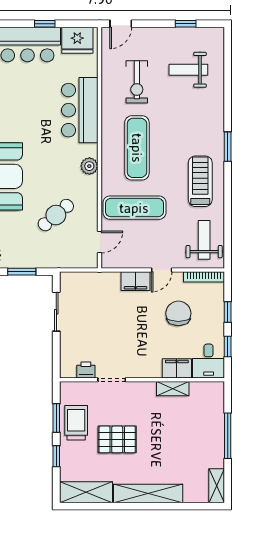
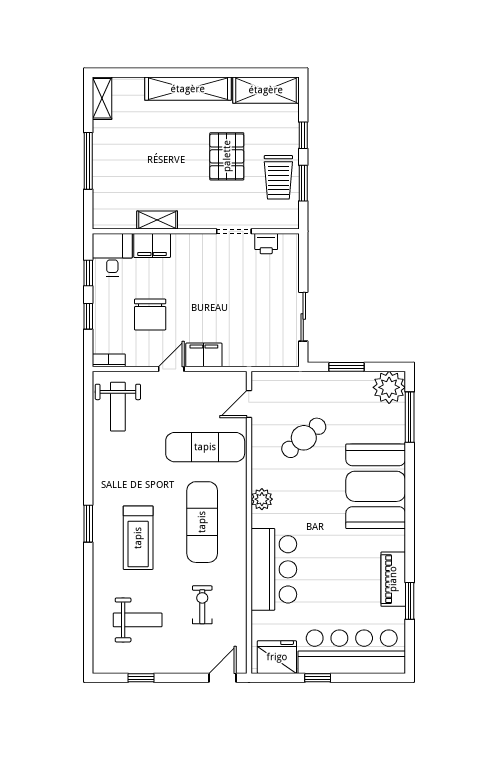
exercise bike: (137, 82) -> (202, 605), width x0.73, depth x0.72
treadmill: (200, 181) -> (138, 538), moved
bookcase: (204, 277) -> (109, 360), width x0.64
pallet: (117, 439) -> (227, 156), turned 90

